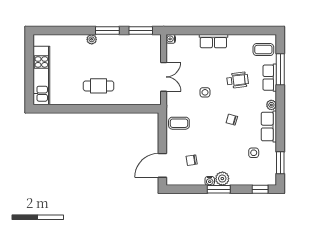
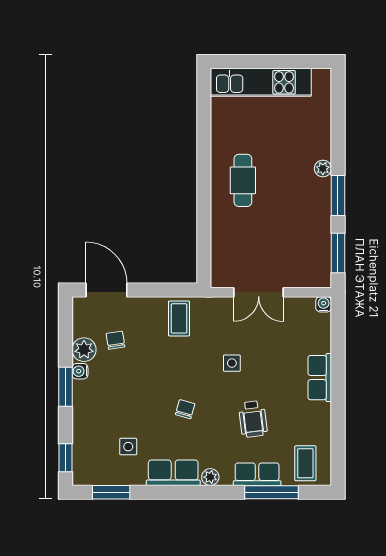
plant: (222, 179) -> (84, 350), moved

